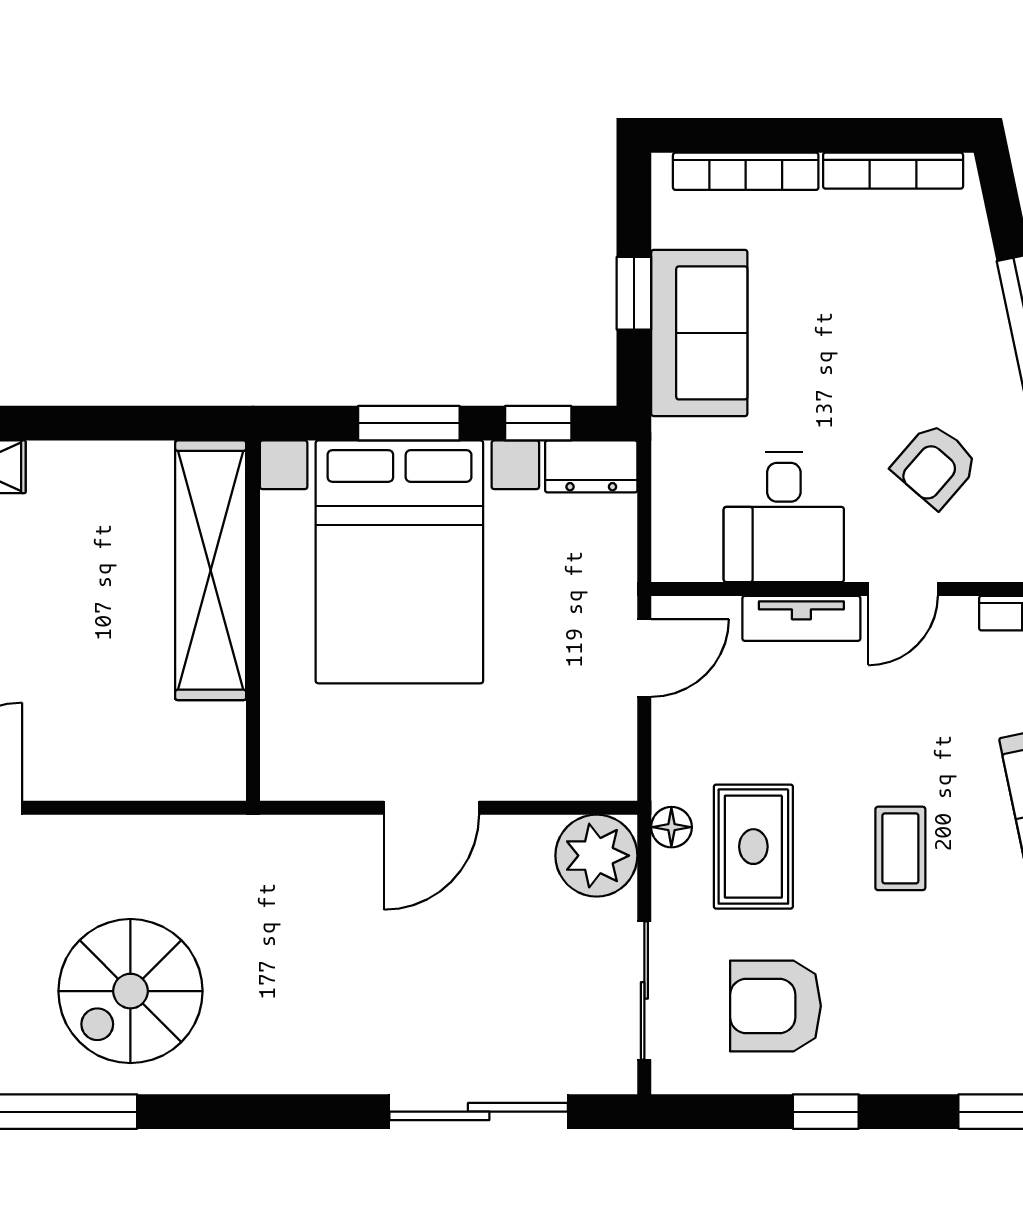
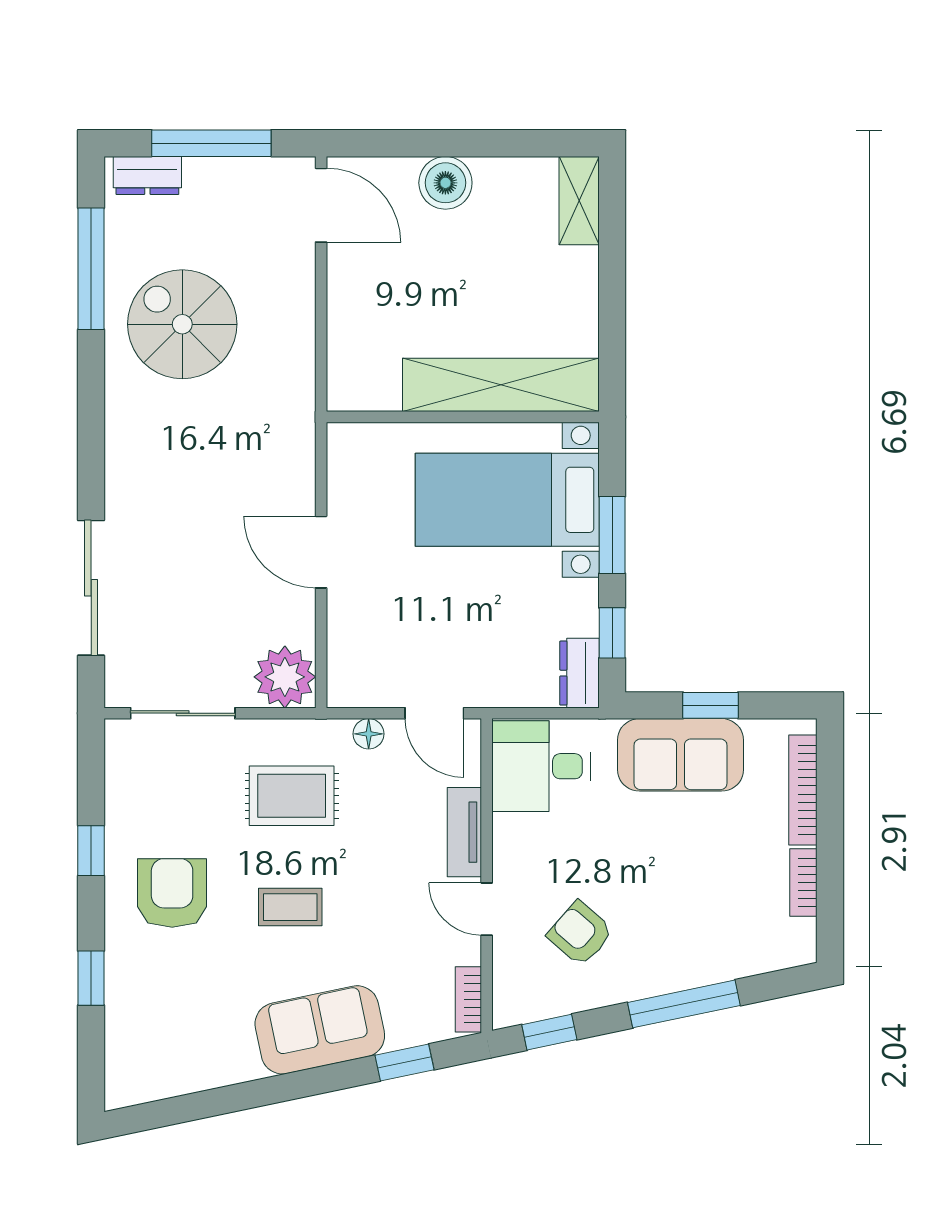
bookcase: (893, 171) -> (803, 882), width x0.64
desk: (784, 517) -> (541, 766), moved
bed with nightstands: (399, 562) -> (507, 500), width x0.73
floor lamp: (671, 827) -> (369, 734), moved
armchair: (775, 1006) -> (172, 893), moved

